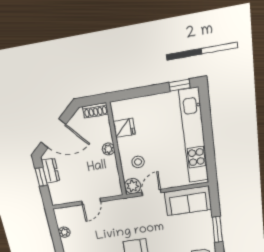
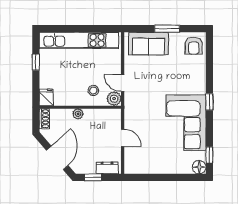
window: (179, 85) -> (36, 62), moved
fridge: (124, 128) -> (46, 97), moved
dresser: (51, 171) -> (107, 168), moved
sofa: (188, 201) -> (148, 44), moved, turned 90
plant: (64, 232) -> (148, 169), removed

